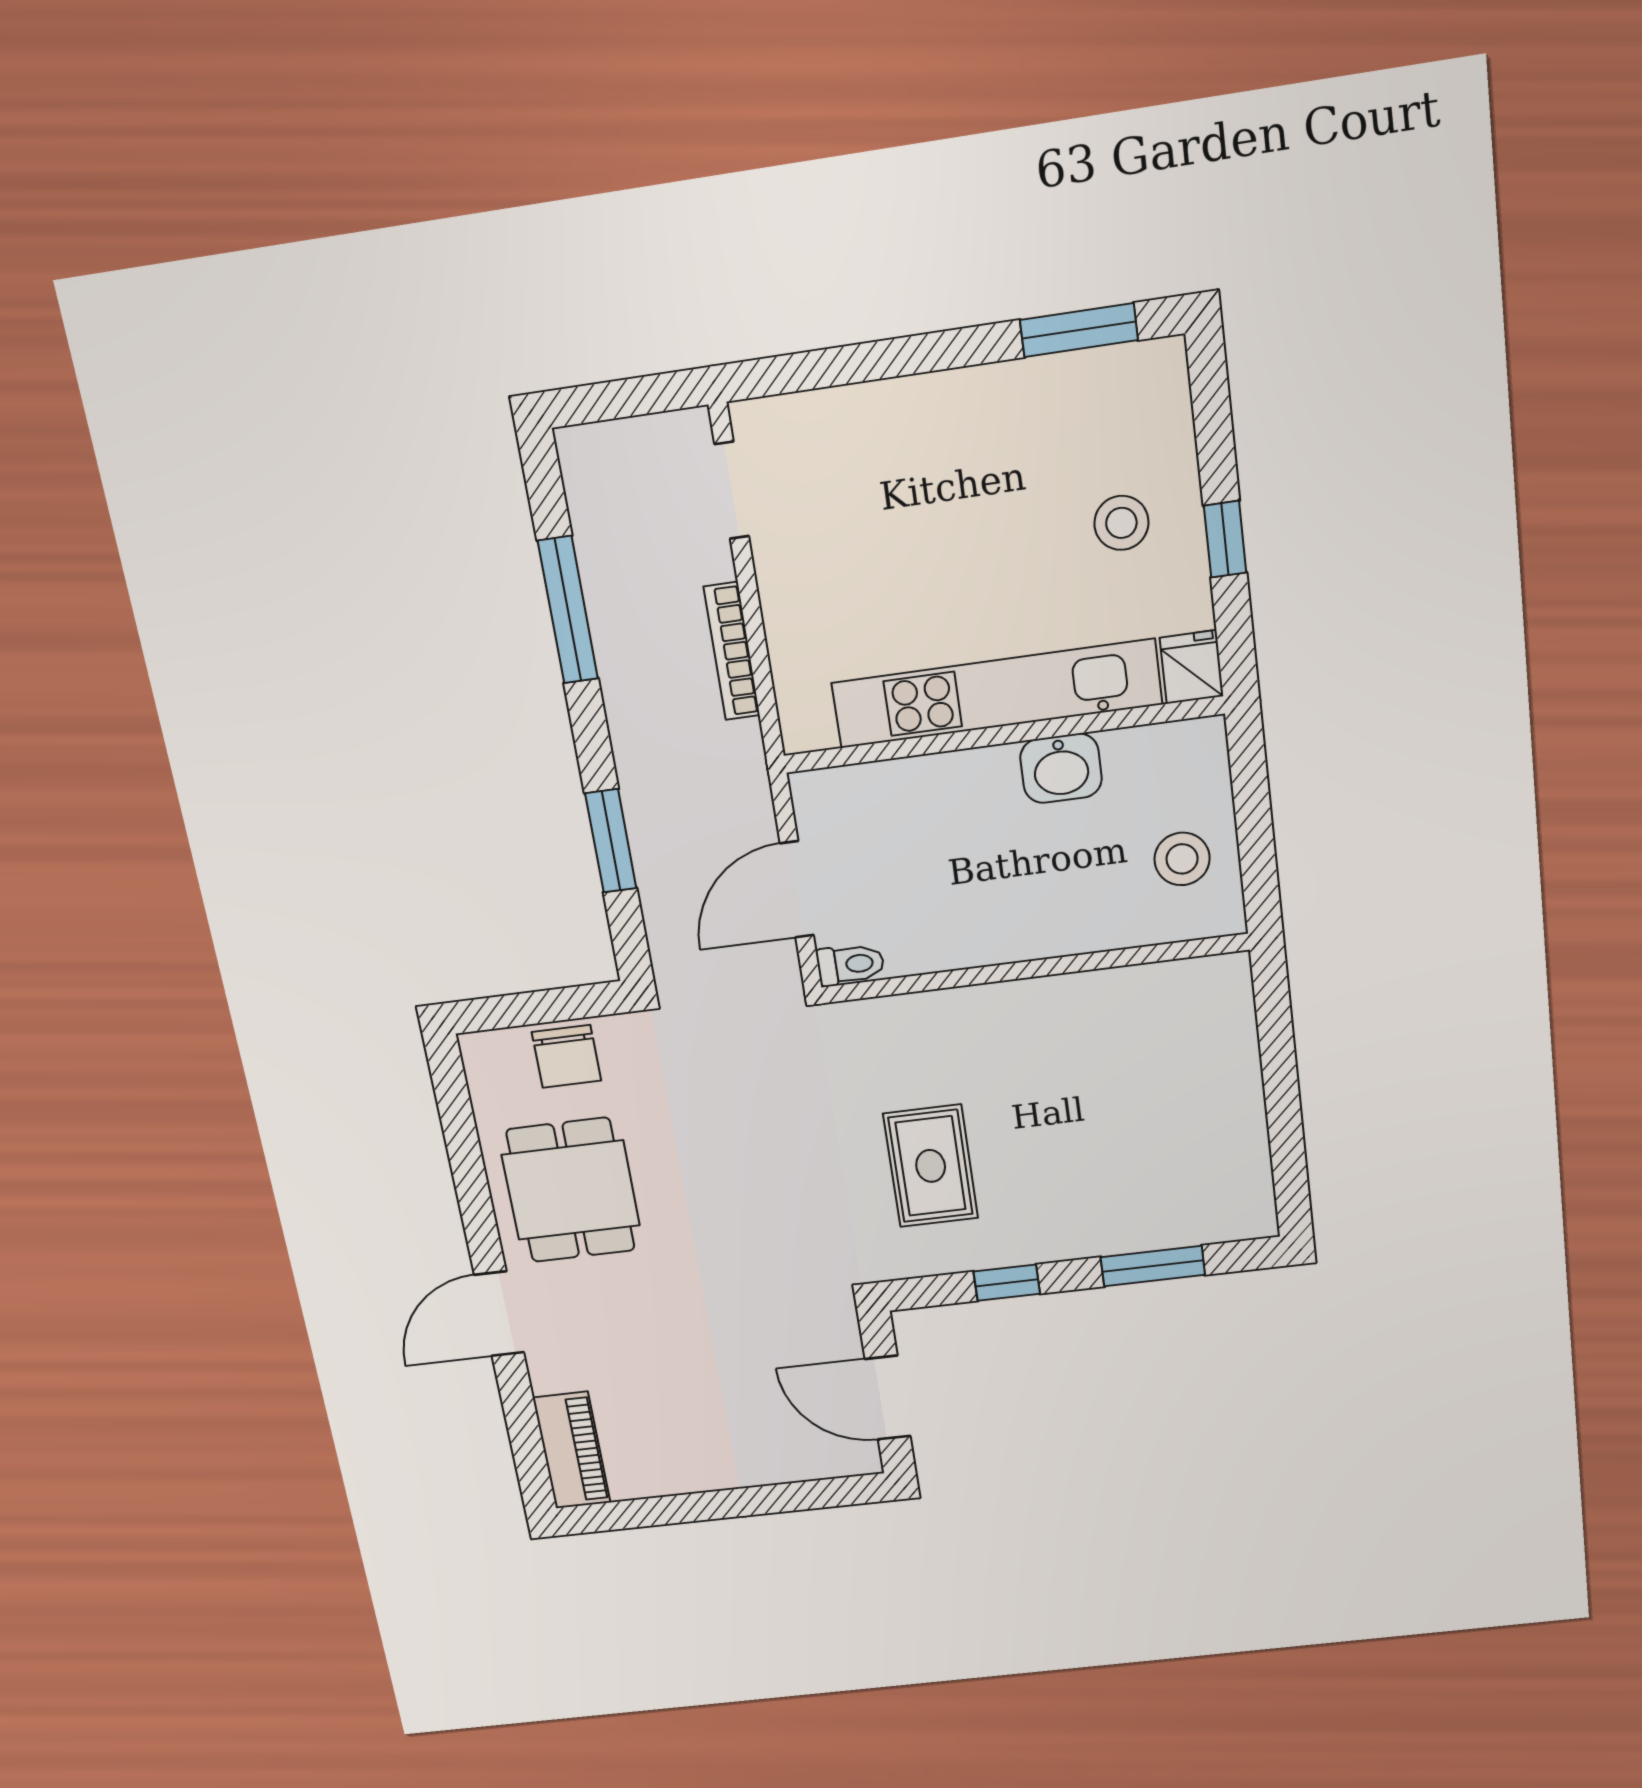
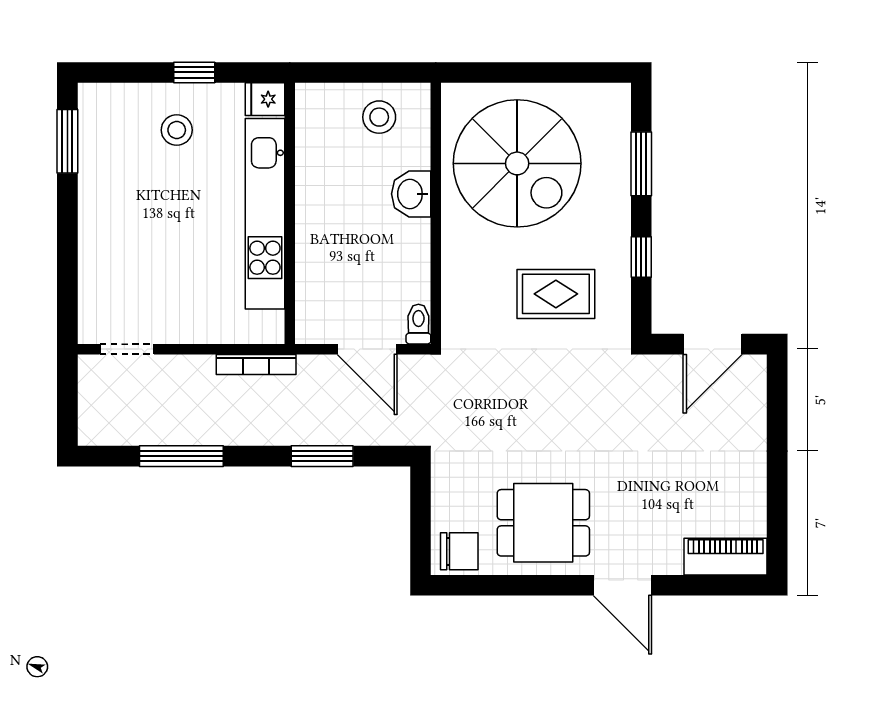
bookcase: (732, 651) -> (256, 364), moved
washbasin: (1061, 768) -> (411, 194), moved, turned 180
chair: (566, 1056) -> (459, 551), moved
spiral stairs: (1131, 1083) -> (517, 163), added

